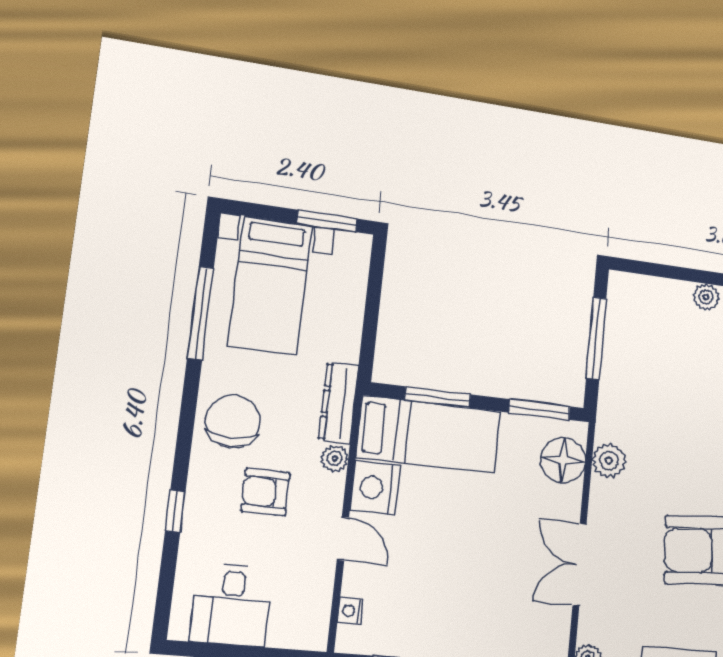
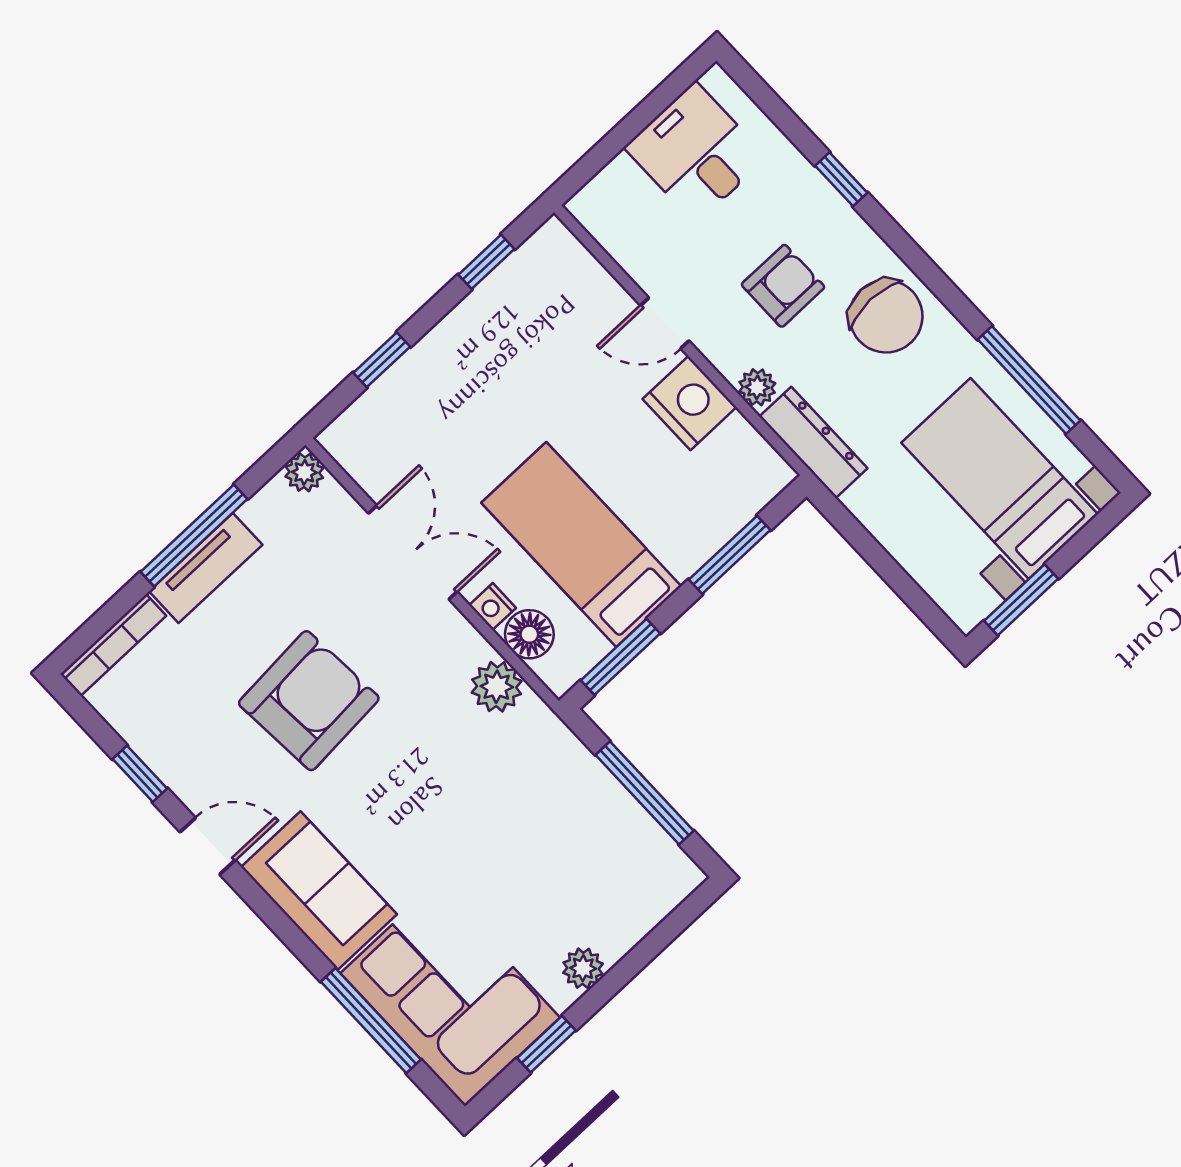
bed: (429, 434) -> (581, 544), moved, turned 90
floor lamp: (563, 460) -> (529, 634), width x0.73, depth x0.73
nightstand: (350, 611) -> (492, 607), moved, turned 180

